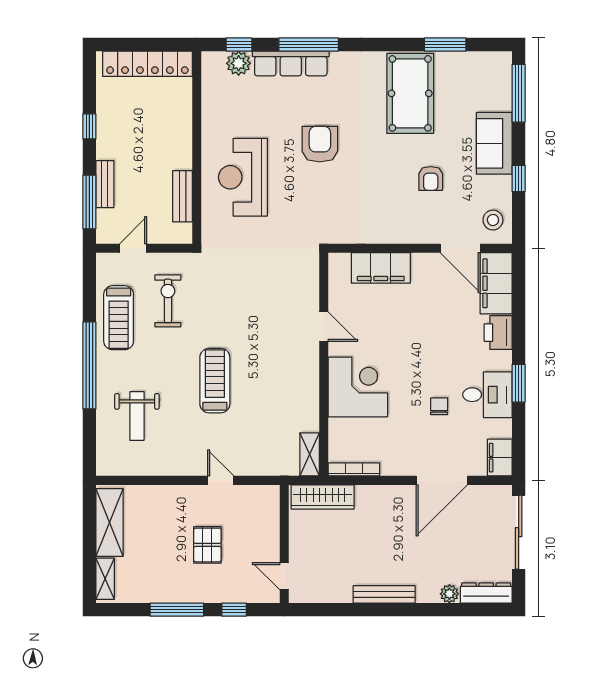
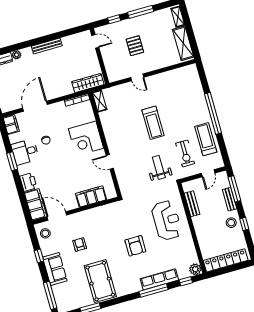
plant: (239, 63) -> (195, 269), moved
stool: (115, 136) -> (231, 223), added
weight bench: (137, 416) -> (159, 167), moved

